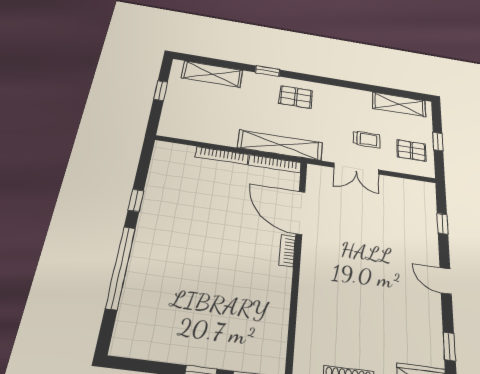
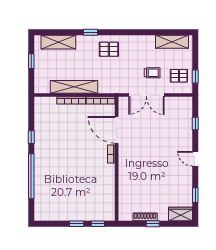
window: (438, 141) -> (195, 77), moved
shelving: (280, 145) -> (74, 87), moved
double door: (356, 169) -> (146, 95), width x1.37

